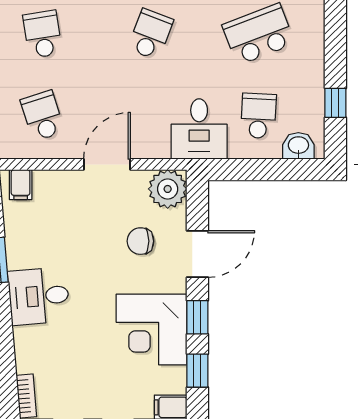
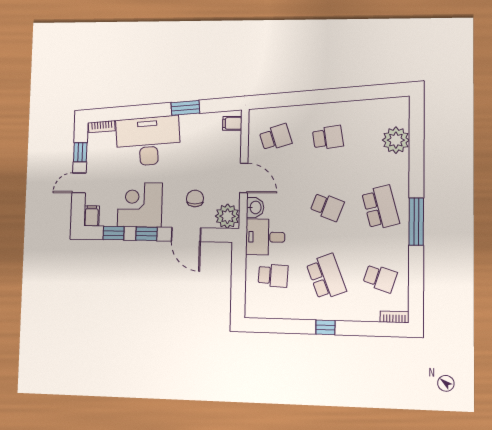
window: (335, 103) -> (325, 327), moved
washbasin: (298, 146) -> (255, 207), moved
desk: (39, 296) -> (148, 141), width x1.87, depth x1.30

